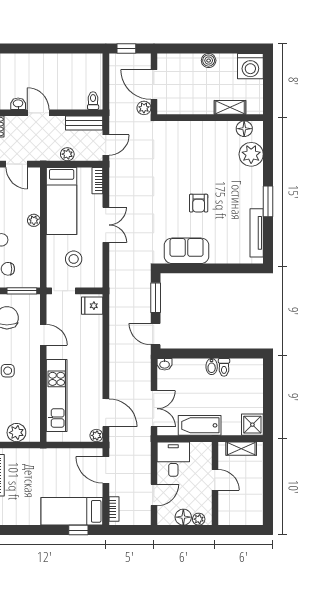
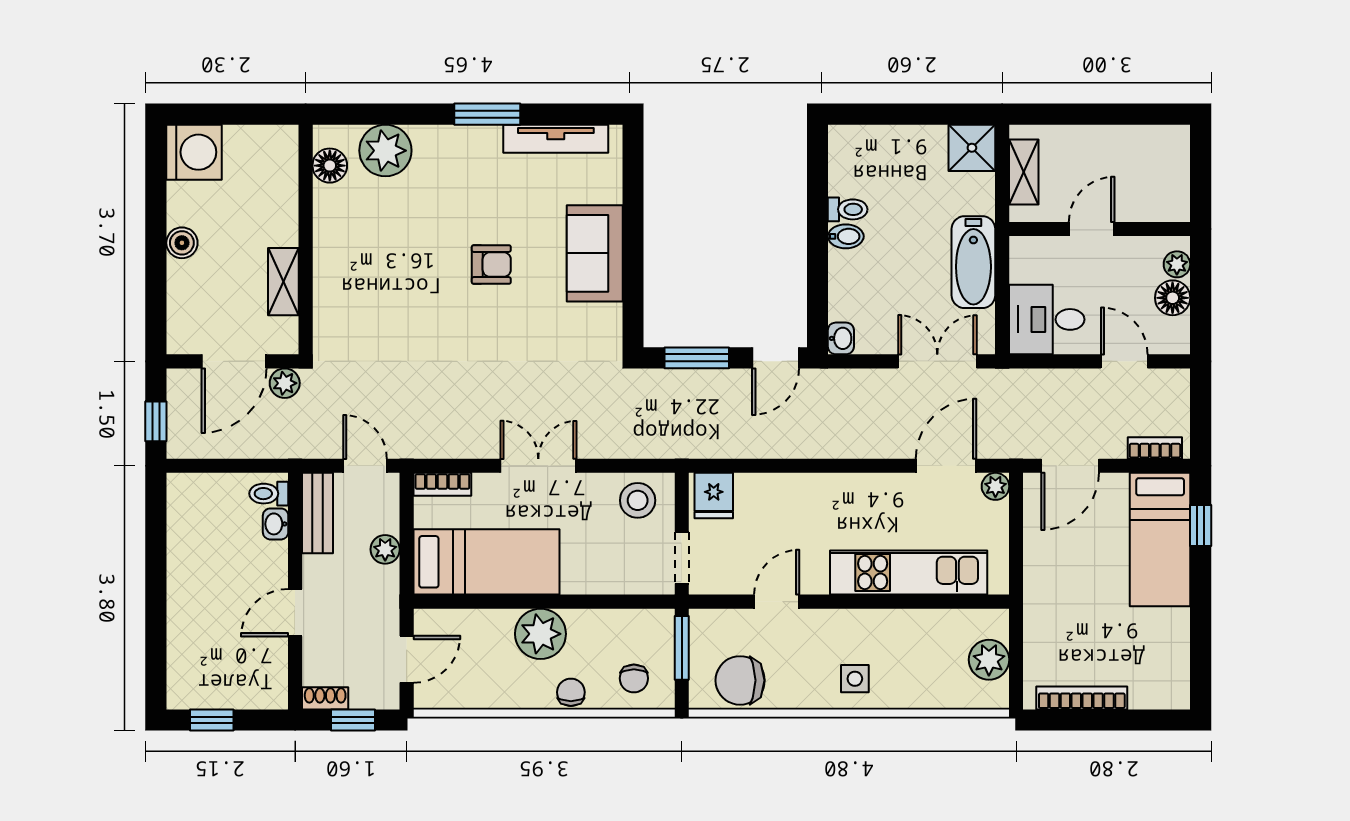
washbasin: (18, 104) -> (276, 524), moved
shelving: (230, 107) -> (283, 282), moved
plant: (34, 220) -> (540, 634), width x1.88, depth x1.88
sofa: (187, 251) -> (595, 253), moved
stool: (74, 259) -> (638, 500), moved

